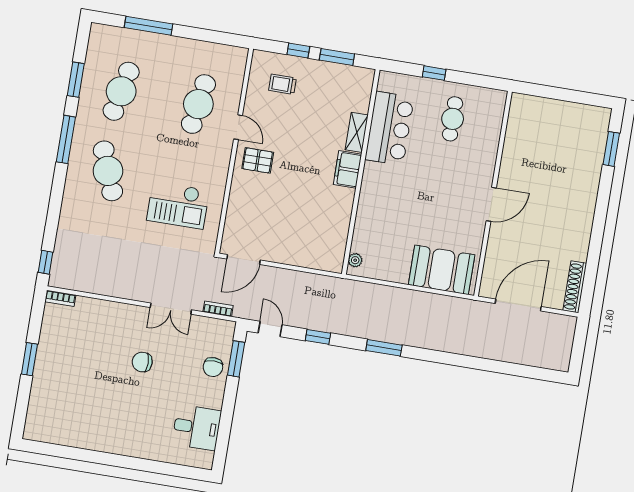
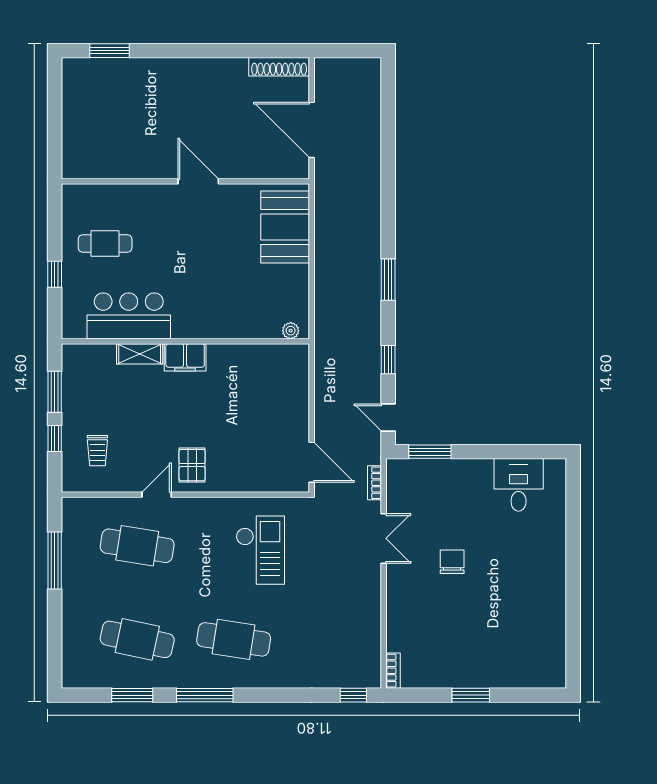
window: (148, 26) -> (55, 561), moved
cafe table: (108, 171) -> (234, 639), turned 30
door: (270, 329) -> (388, 417), hinge flipped
chair: (142, 362) -> (452, 562), turned 180
chair: (213, 367) -> (444, 477), removed

